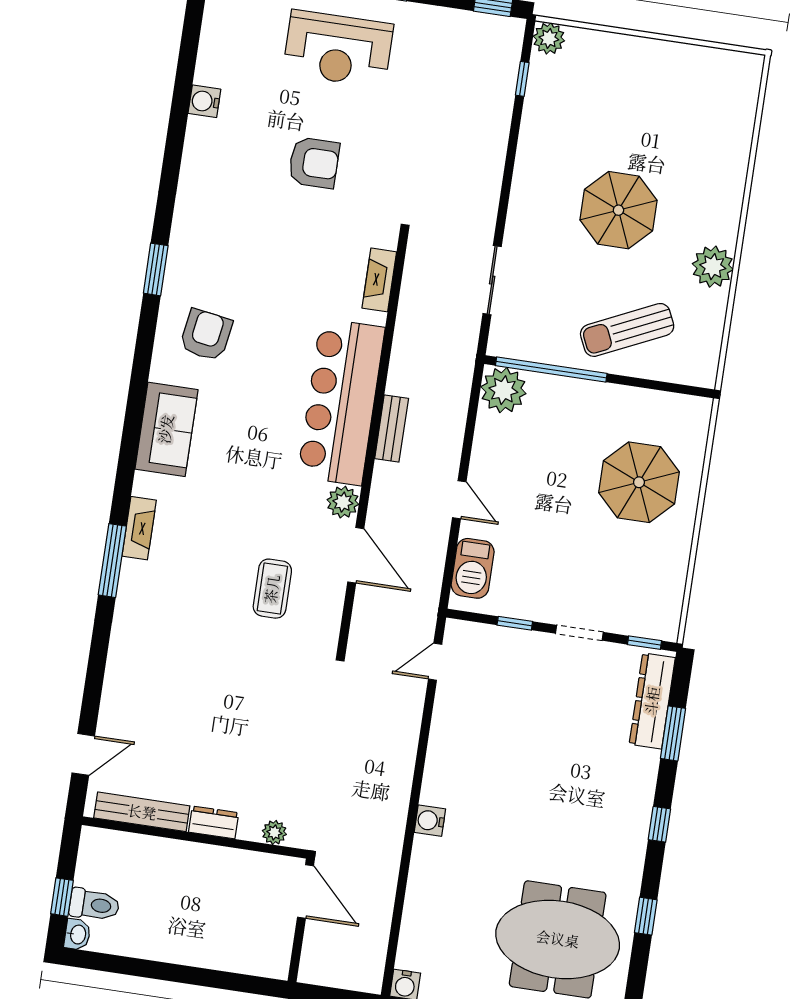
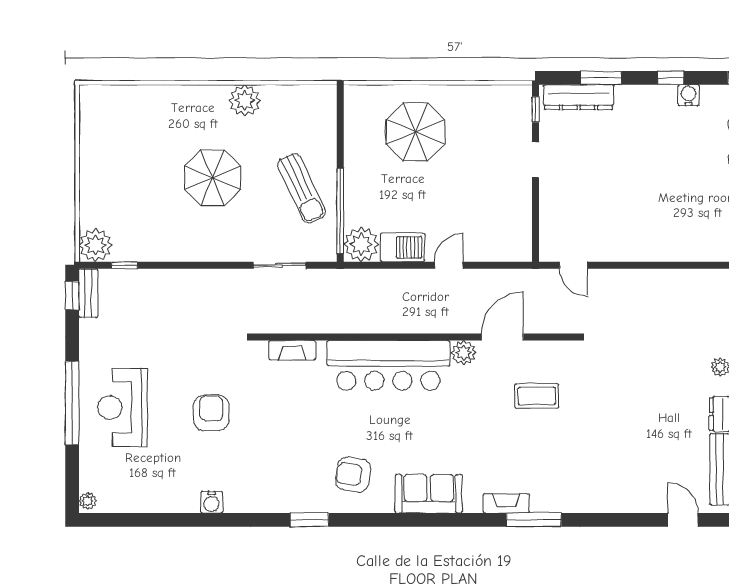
plant: (549, 38) -> (95, 245), width x1.36, depth x1.36
reception desk: (338, 49) -> (123, 407), turned 180
water cooler: (204, 101) -> (212, 502), moved
sun lounger: (627, 330) -> (302, 188), moved
bench: (392, 428) -> (88, 293), moved, turned 90
barbecue: (473, 568) -> (403, 247), moved
window: (515, 623) -> (536, 209), removed
water cooler: (430, 821) -> (689, 95), moved, turned 180

